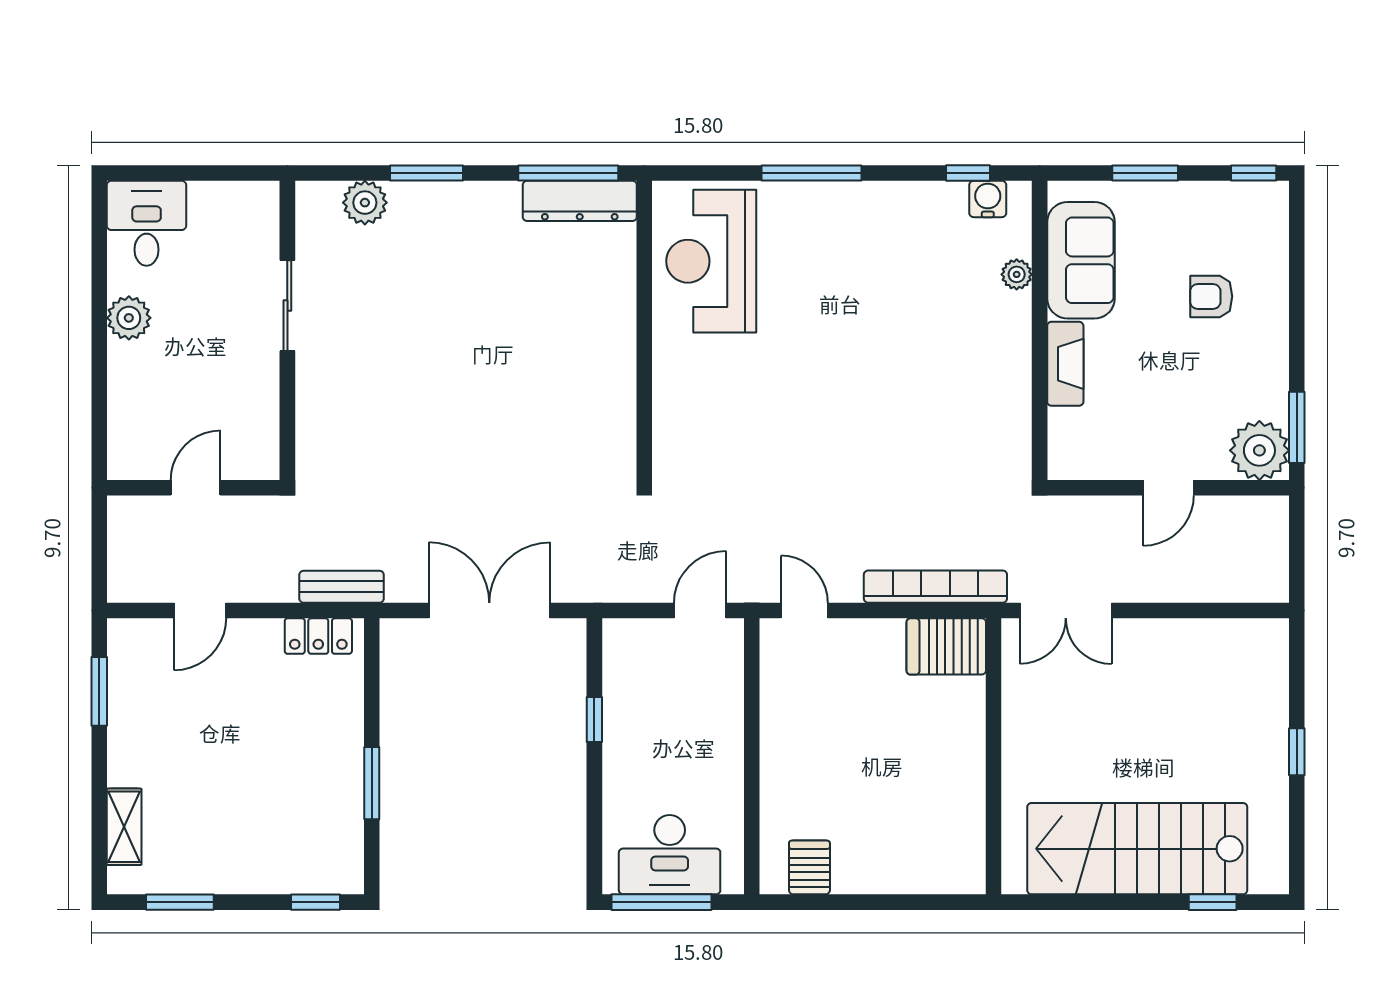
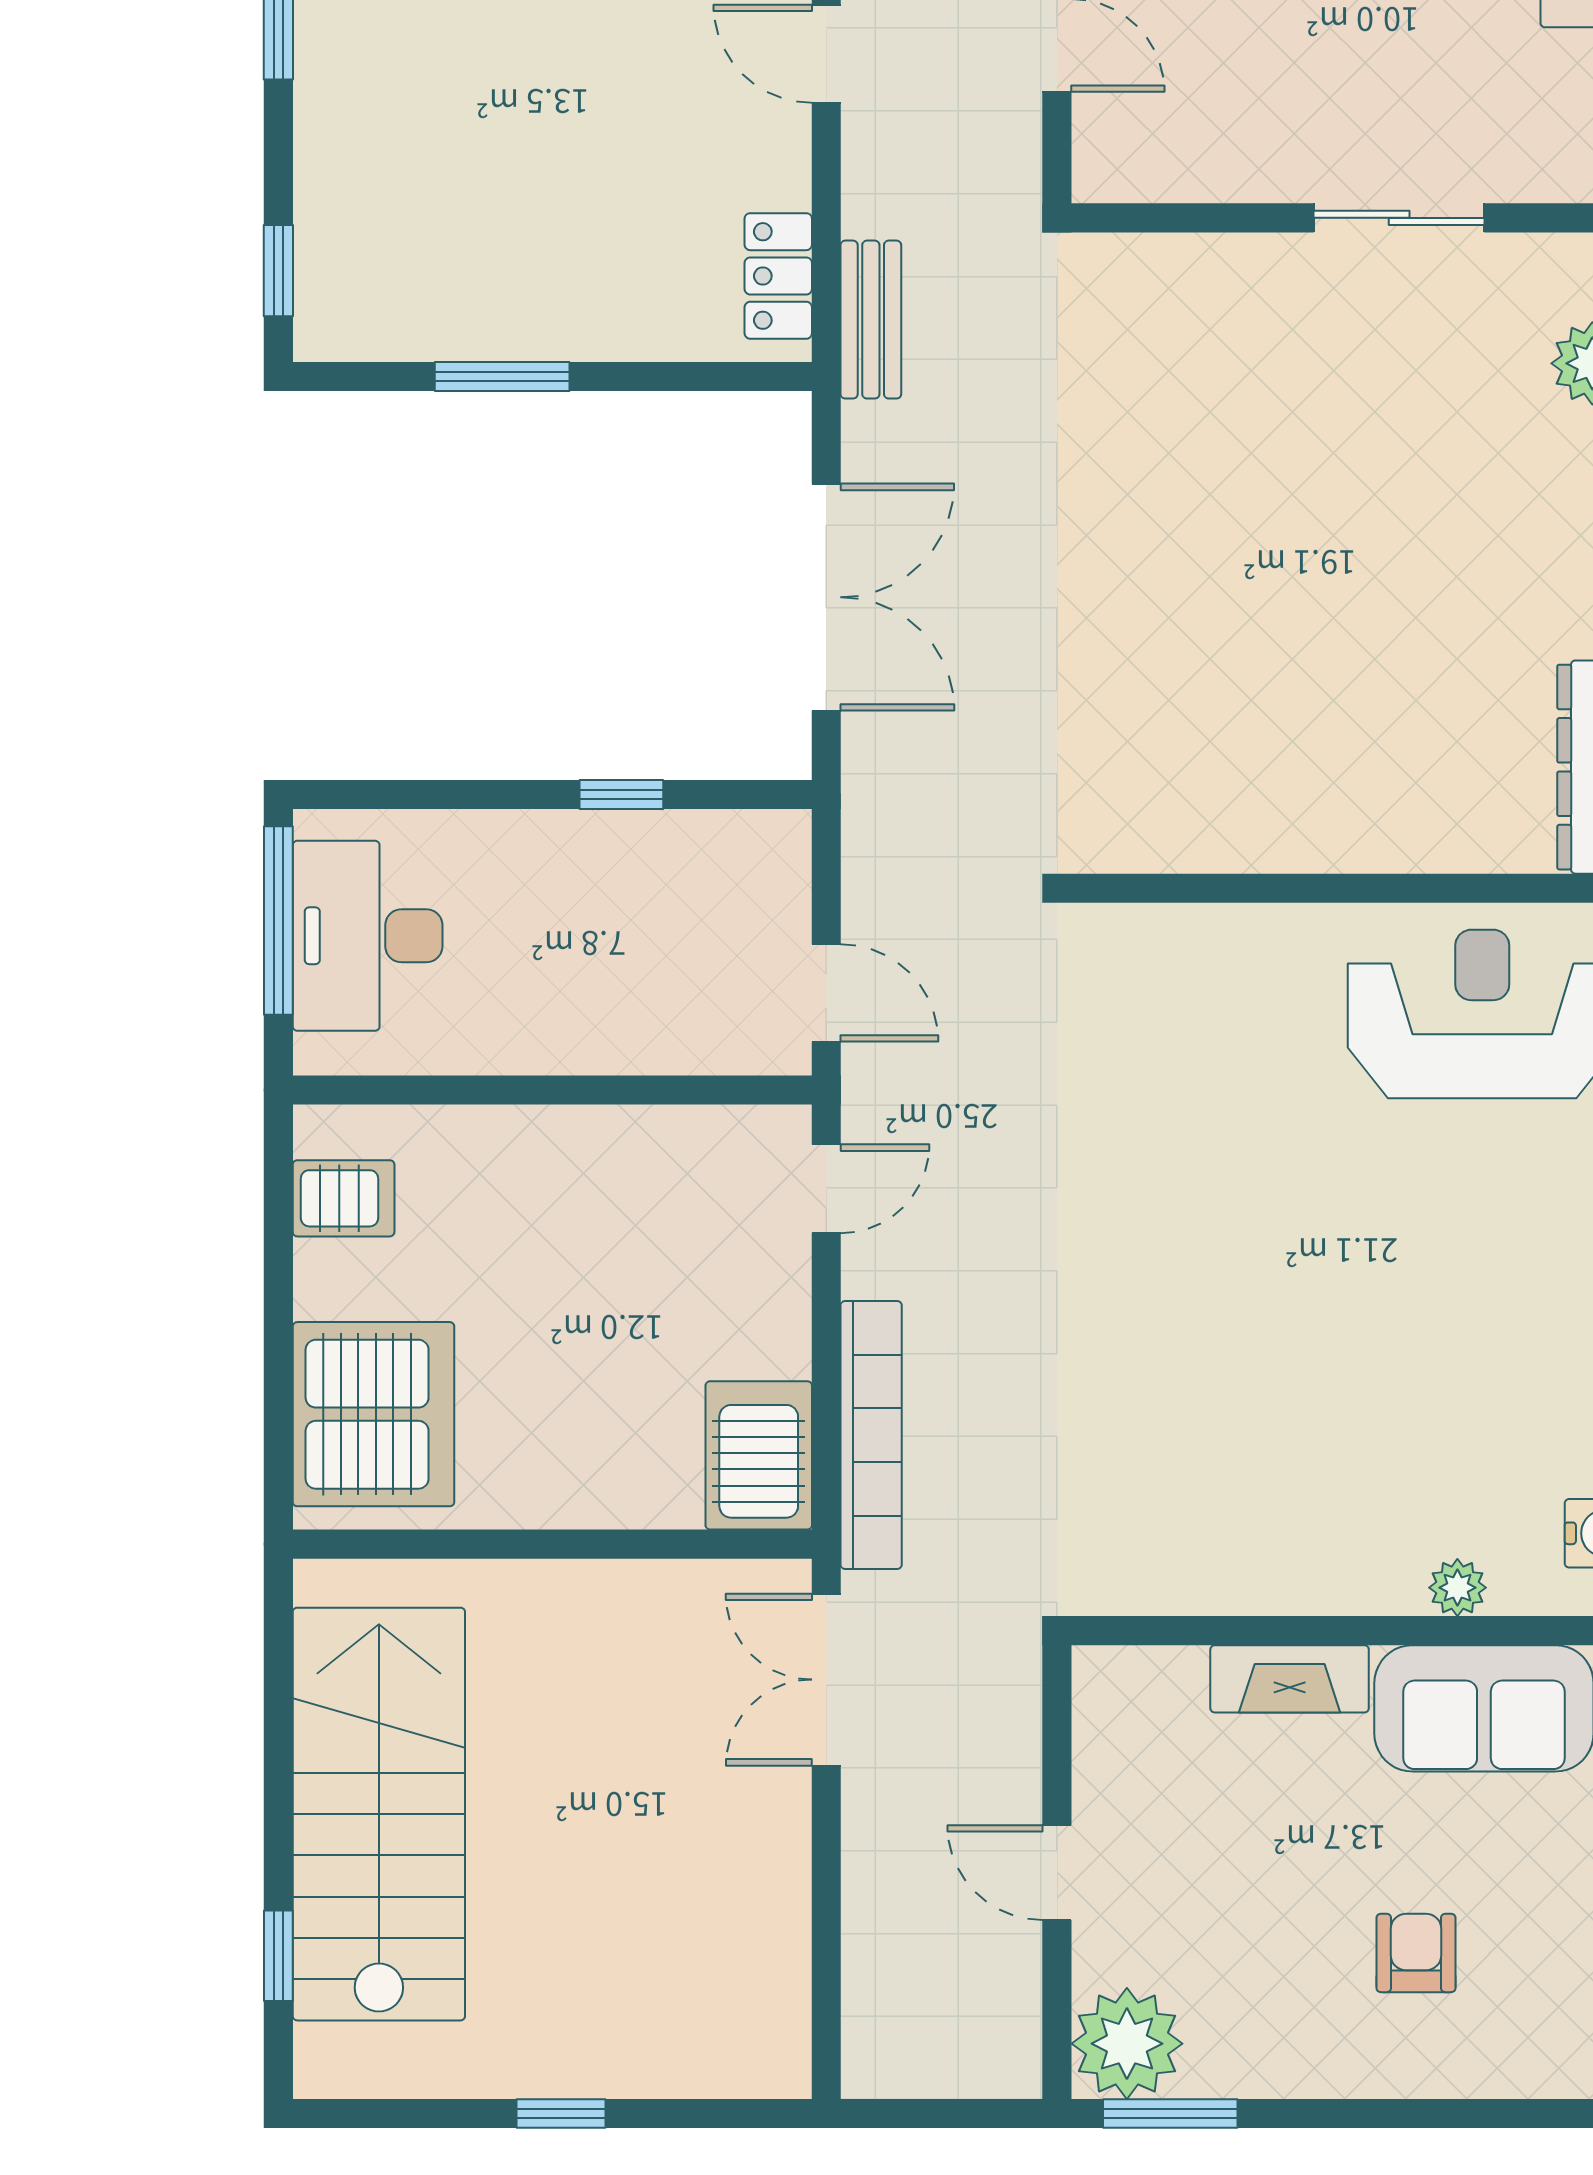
server rack: (924, 852) -> (374, 1414), added

